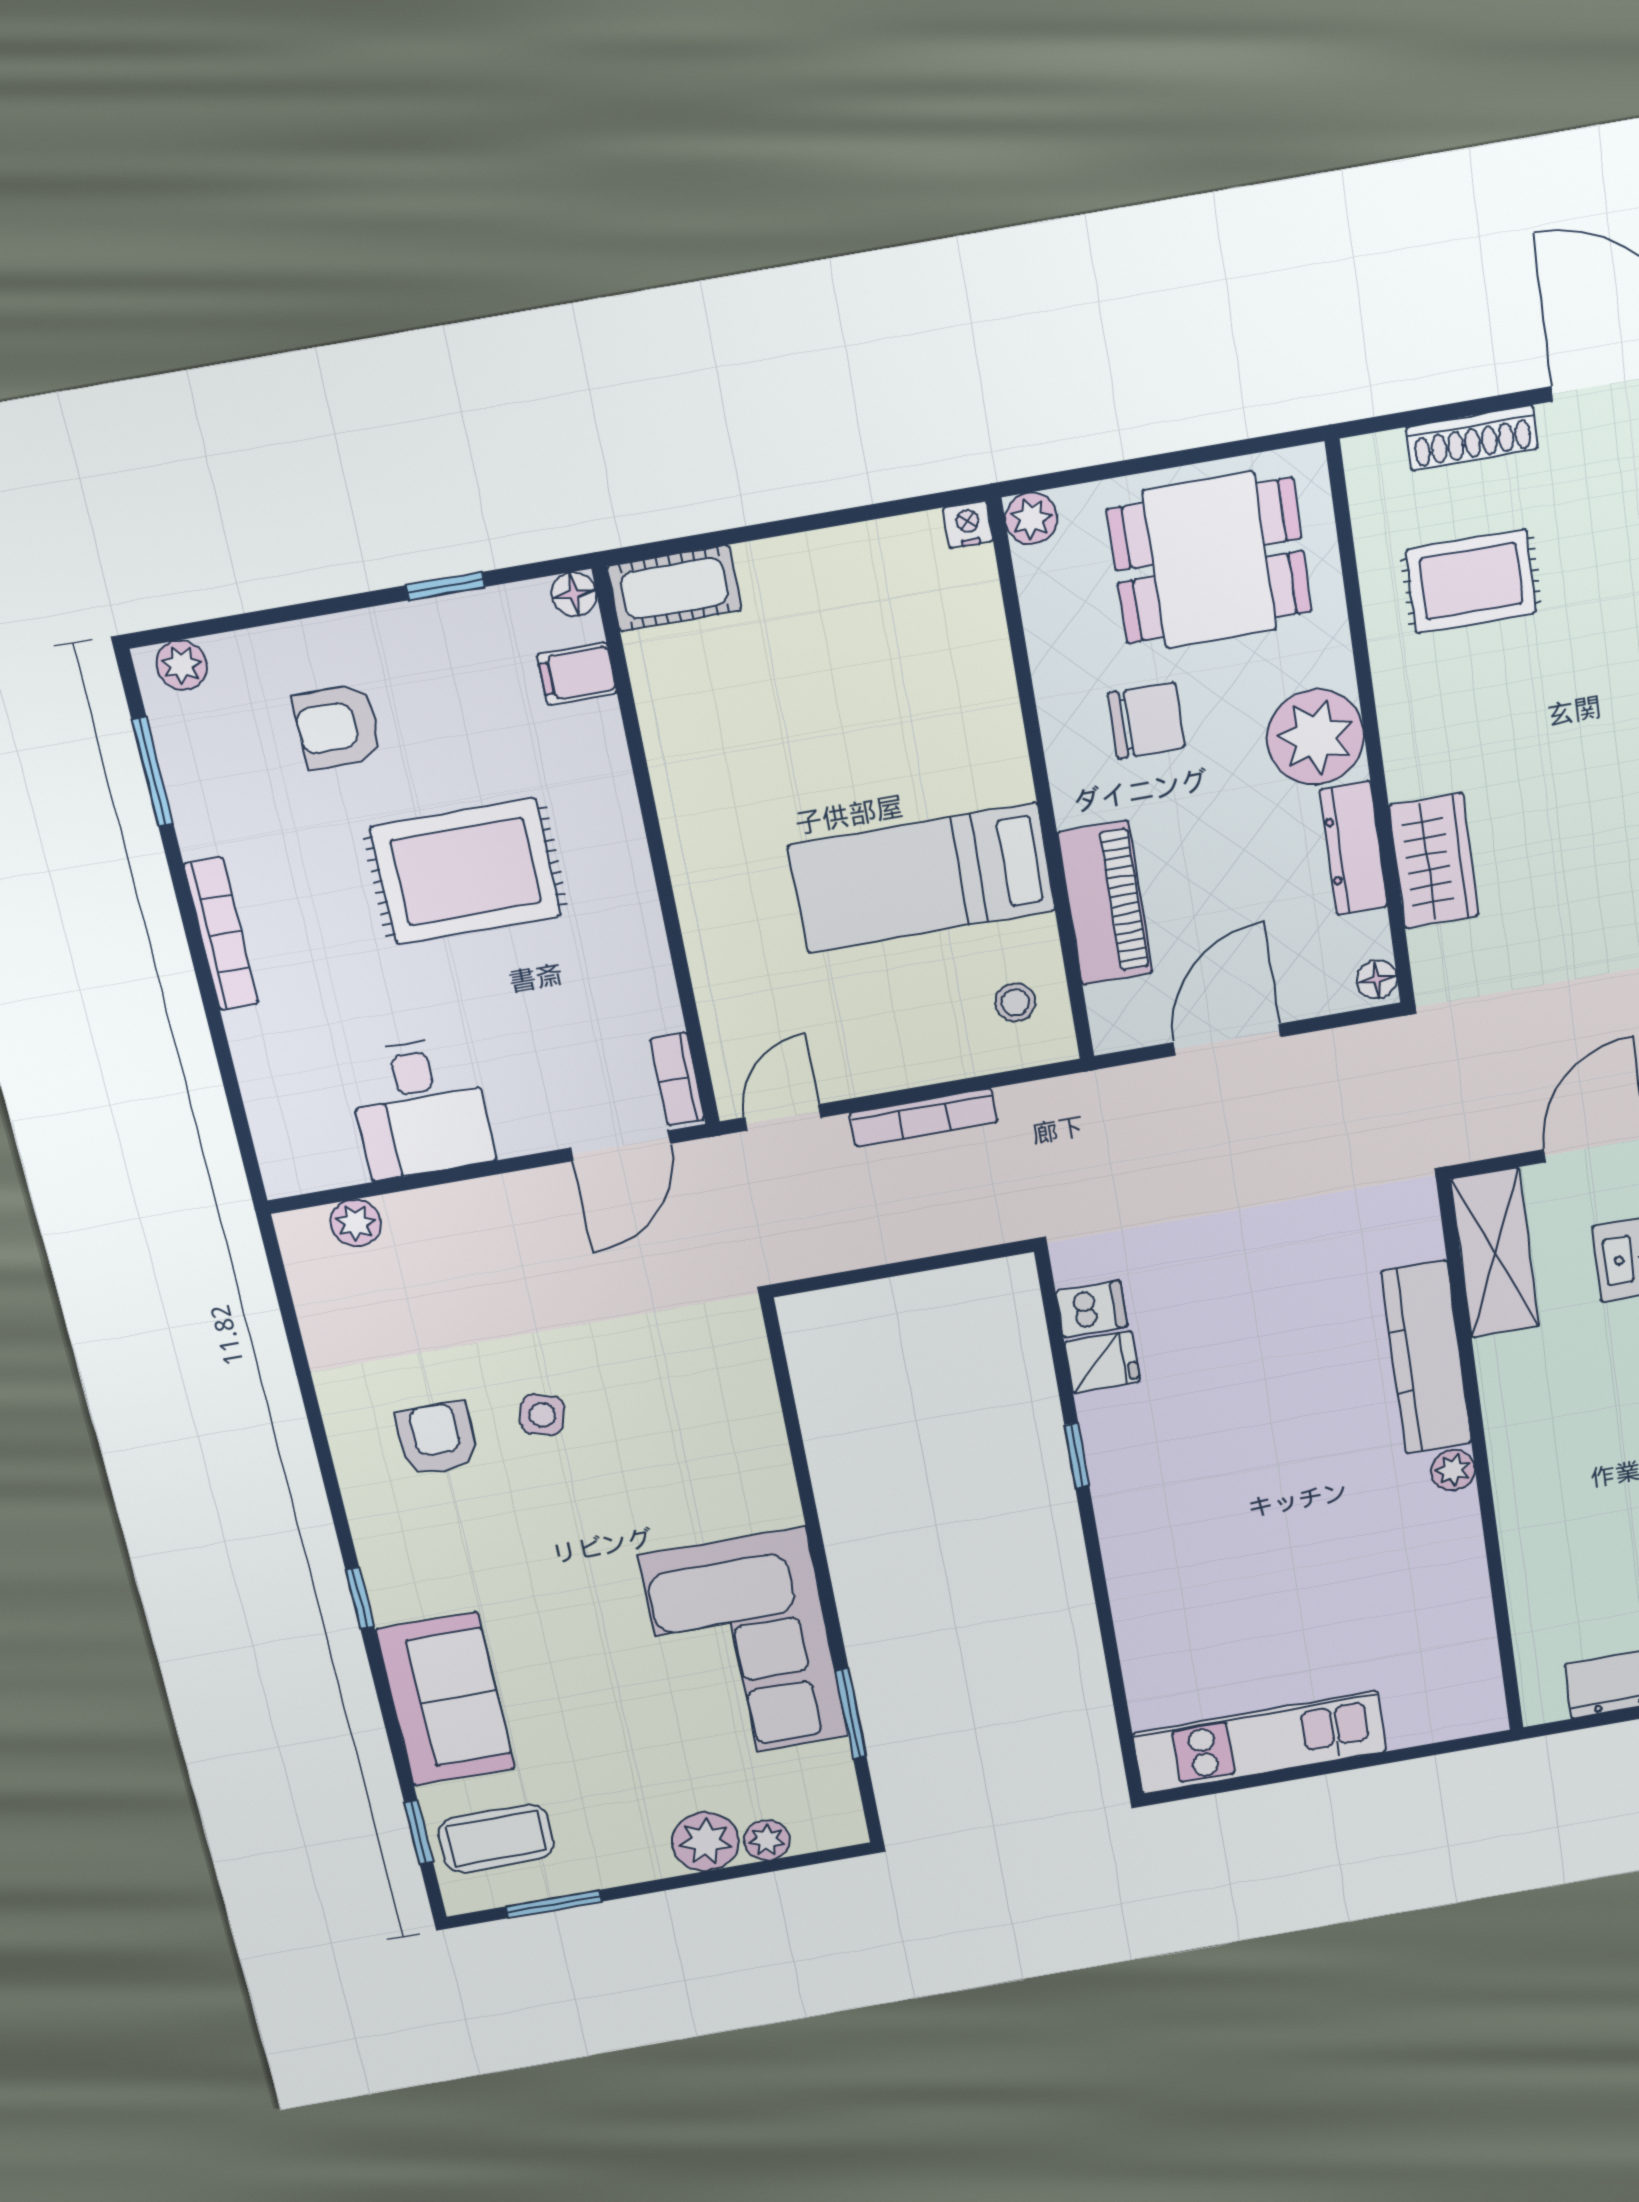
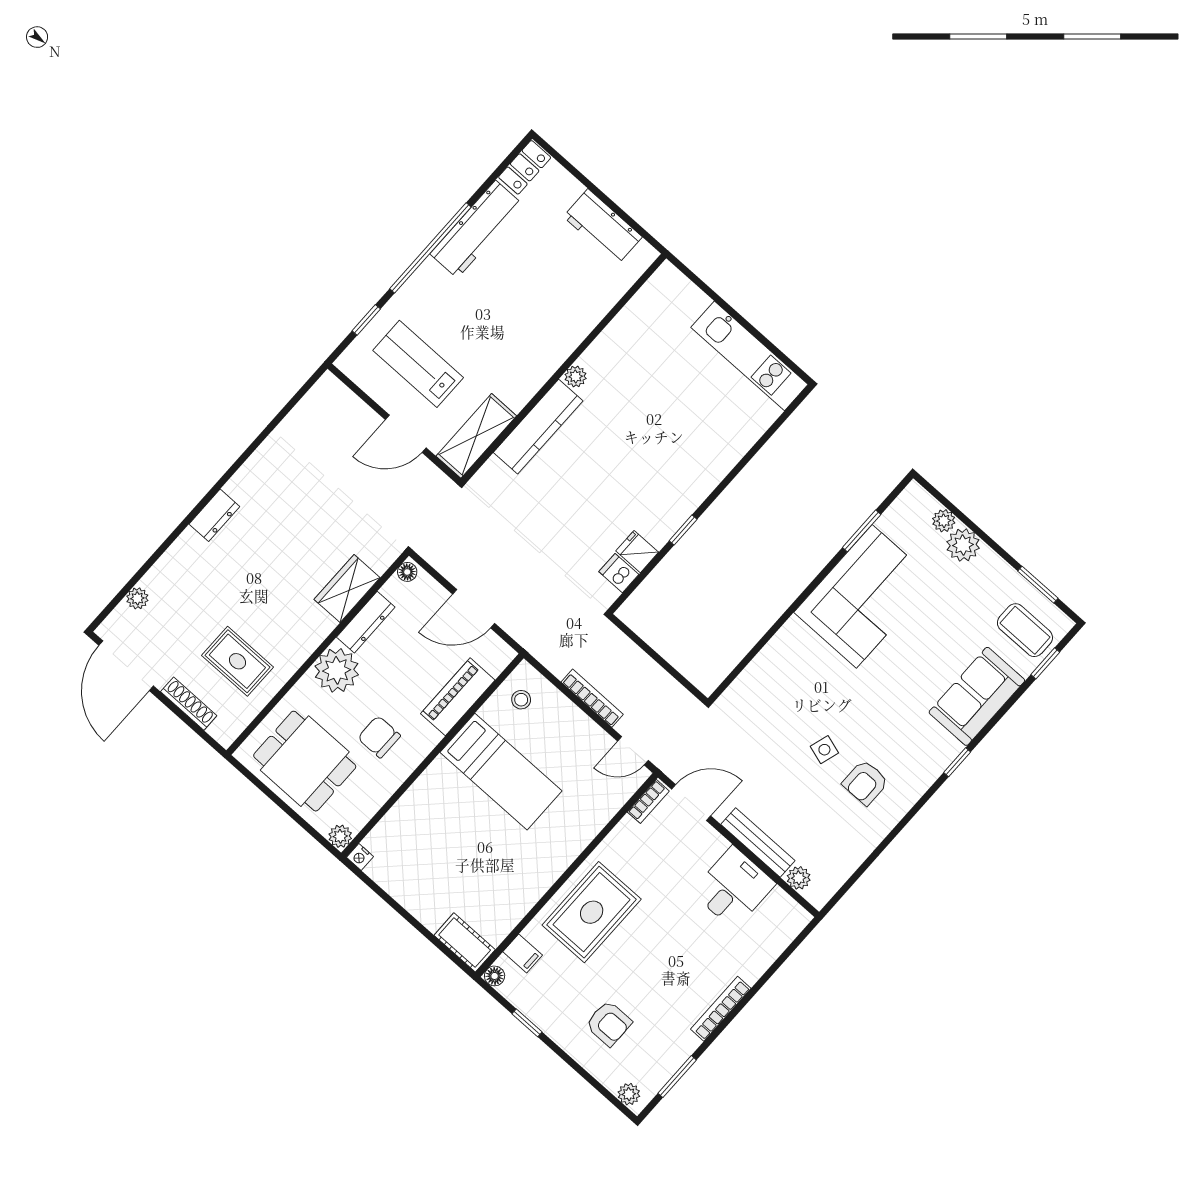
rug: (466, 872) -> (592, 912), moved, turned 90
bench: (468, 1202) -> (758, 843), added

